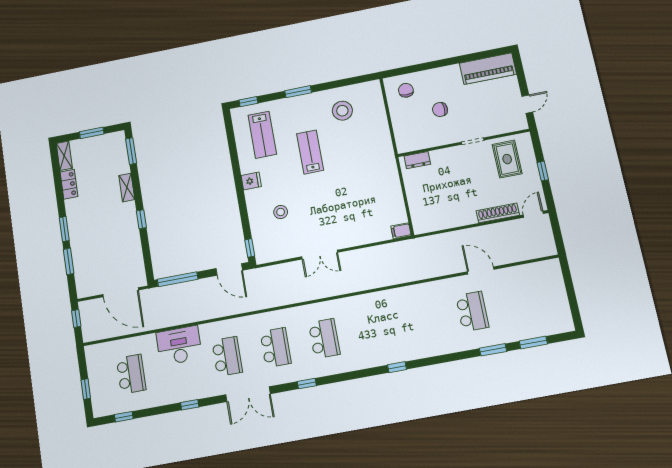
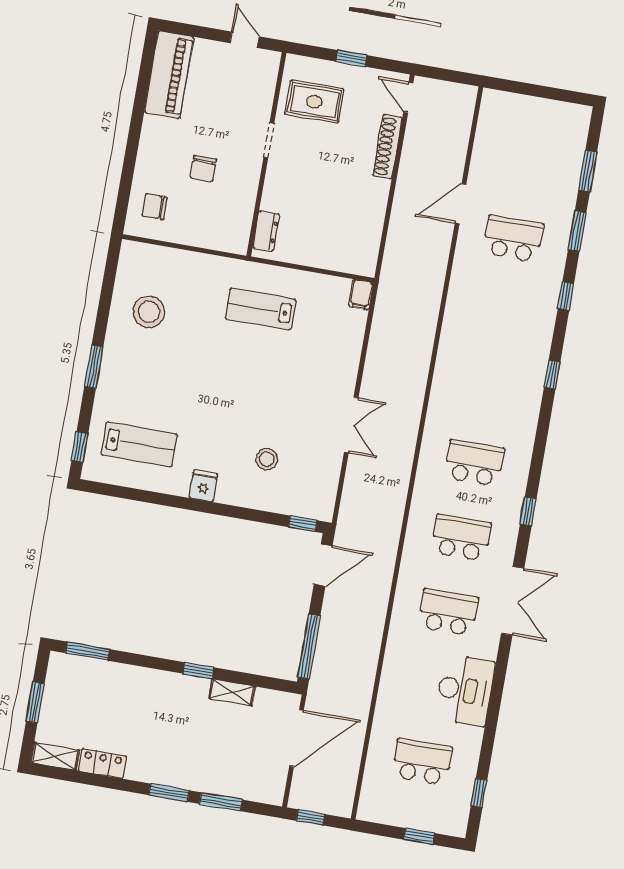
lab bench: (310, 152) -> (260, 309), moved
shelving: (127, 188) -> (232, 692), moved
desk: (179, 345) -> (465, 690), moved, turned 180
window: (190, 405) -> (566, 296), moved

